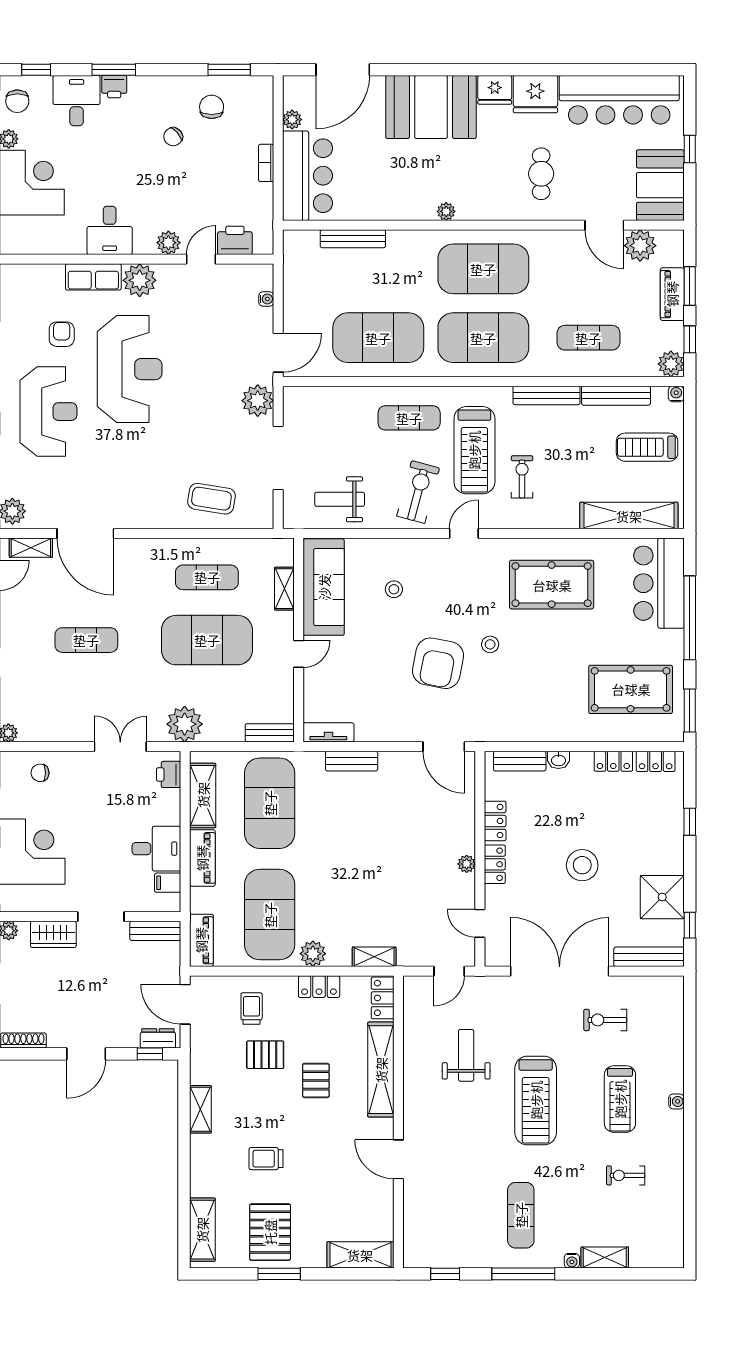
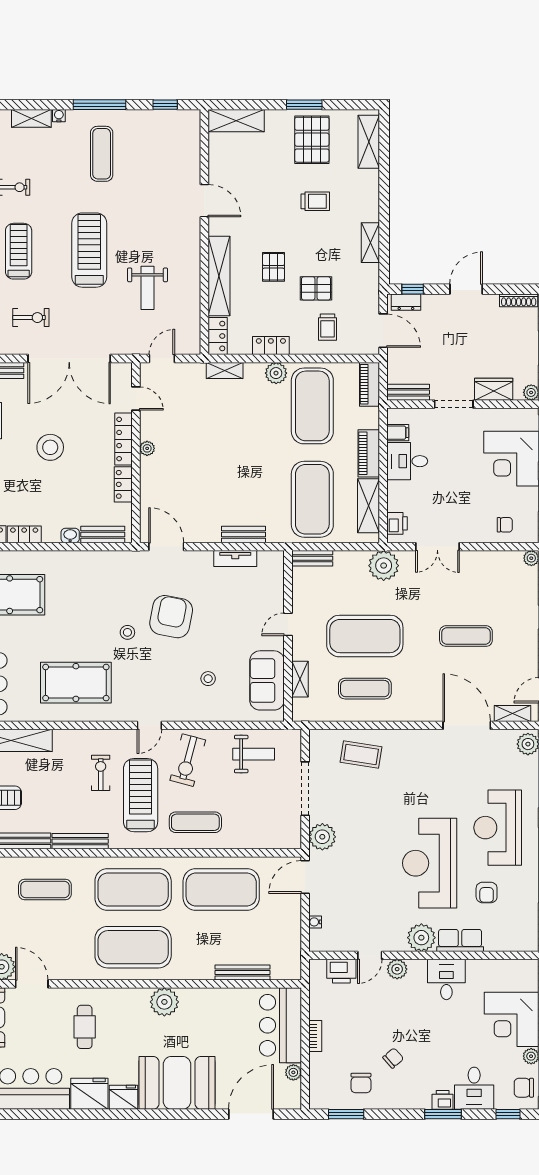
chair: (17, 101) -> (524, 1088), turned -90
plant: (446, 211) -> (164, 1002), width x1.88, depth x1.88
exercise bike: (522, 477) -> (101, 773), turned 180
sofa: (324, 587) -> (267, 680), width x0.73
tv unit: (328, 732) -> (235, 559), moved
locker: (495, 864) -> (123, 439), width x1.53

